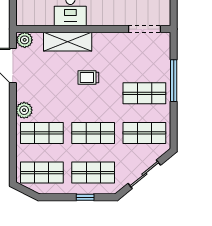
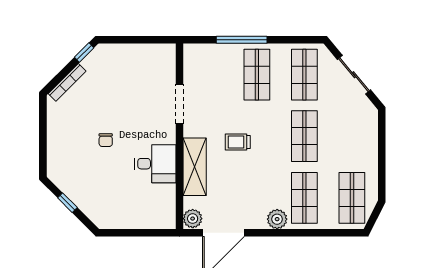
doorway: (144, 29) -> (179, 104), moved
trolley: (88, 77) -> (238, 142), turned 90
shop shelf: (93, 173) -> (352, 136), removed
window: (85, 197) -> (382, 146), removed

